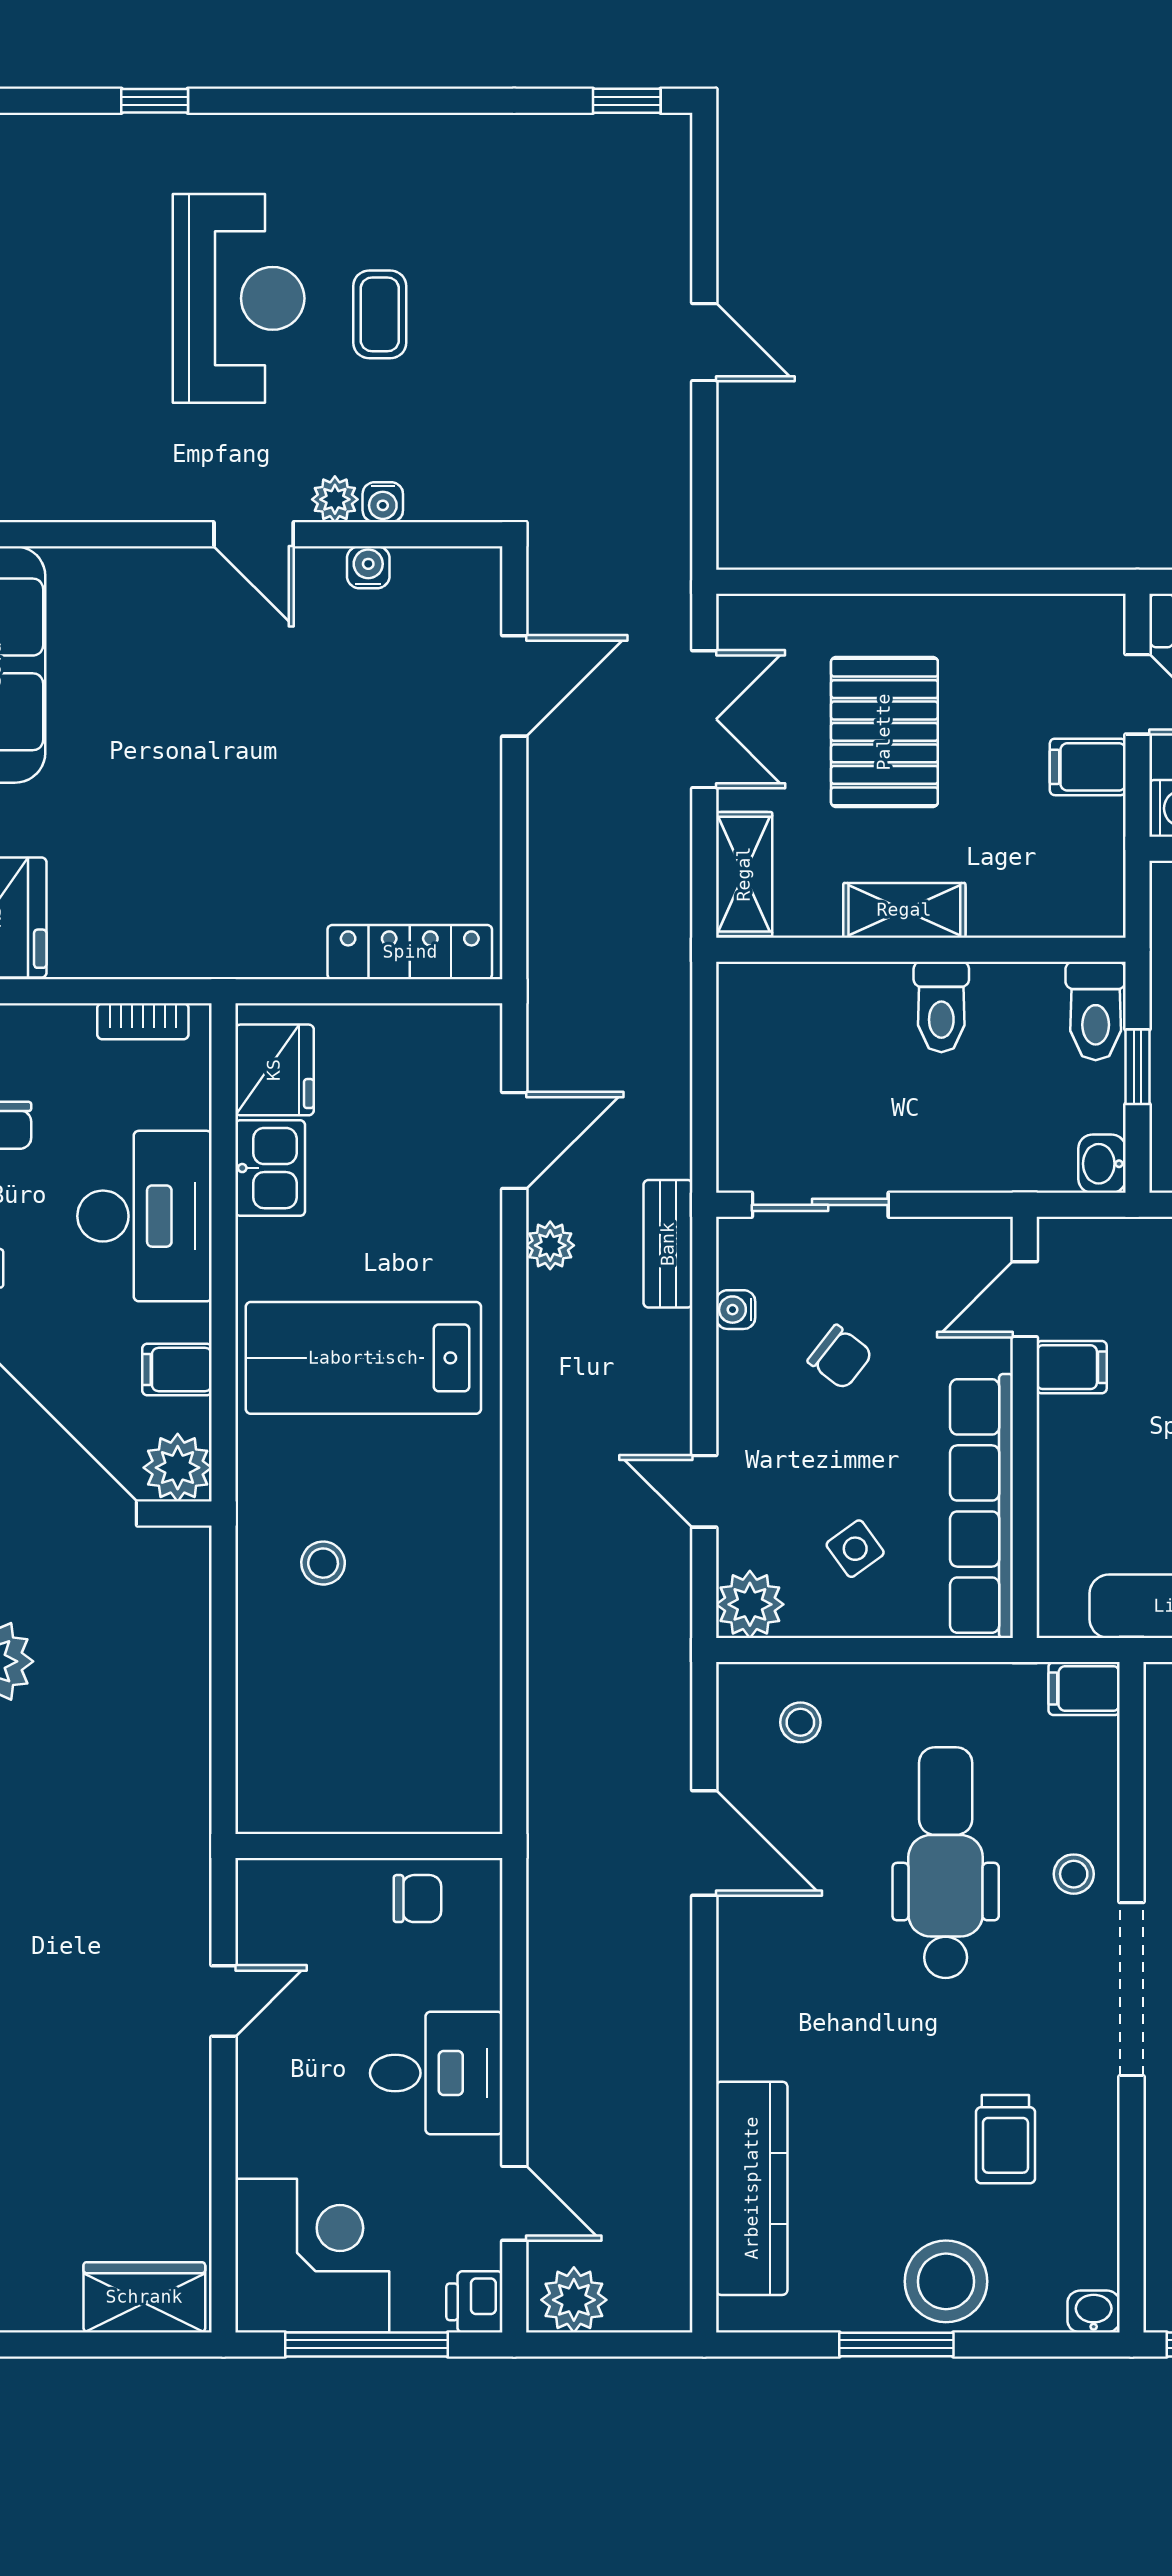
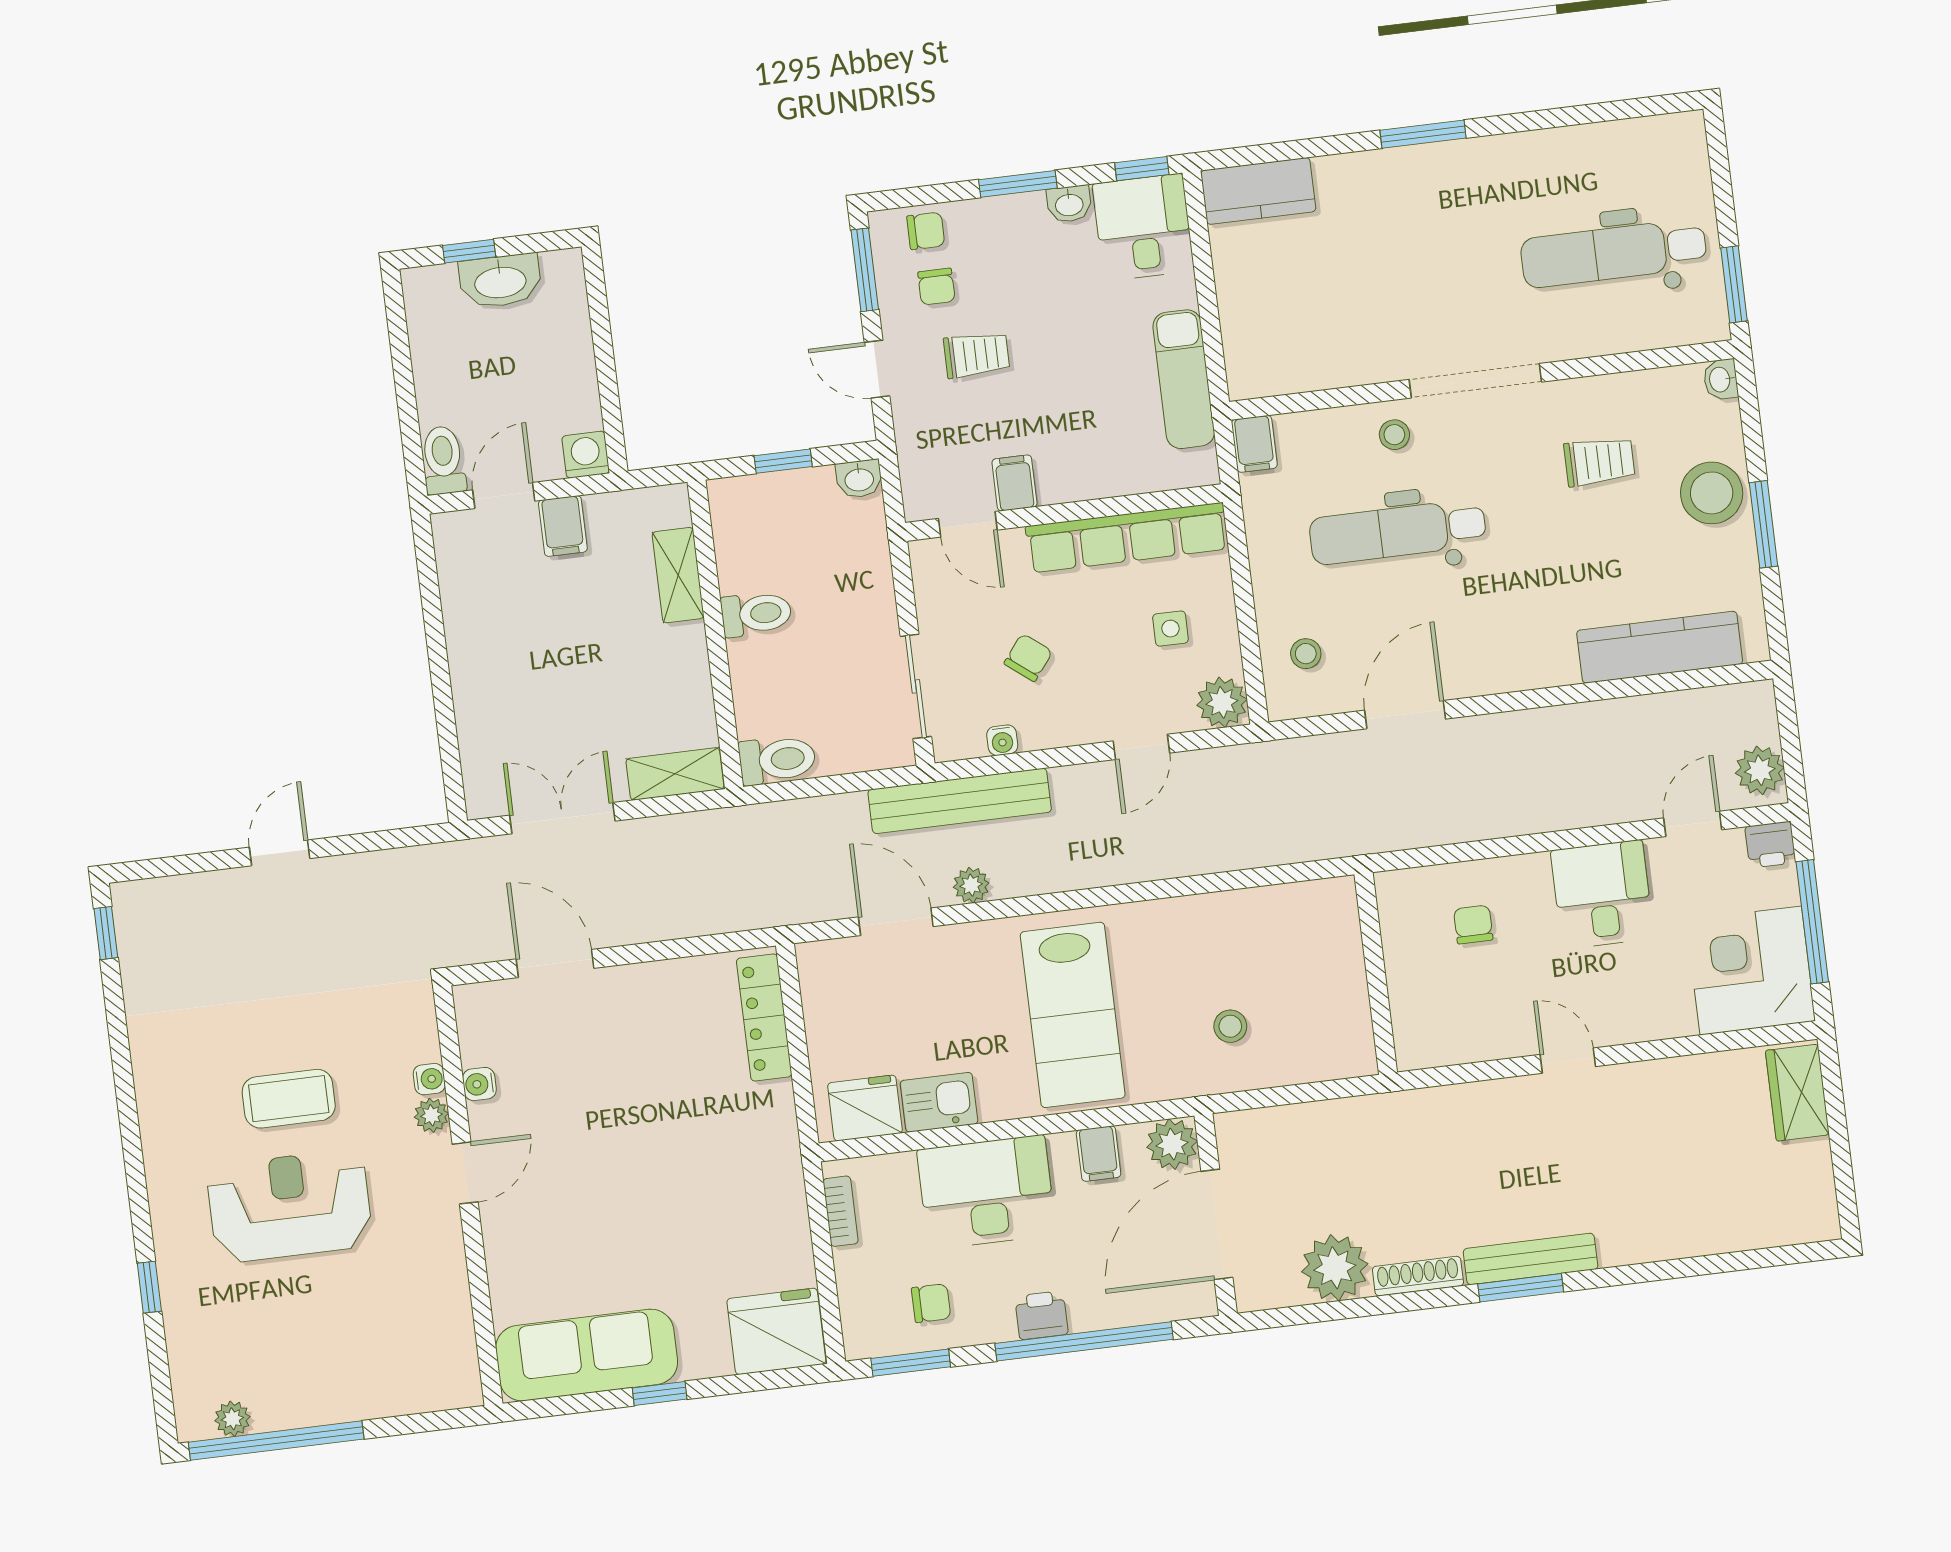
coffee table: (380, 314) -> (289, 1099), width x1.36, depth x1.30
pallet: (884, 732) -> (555, 682), removed
shelving: (904, 910) -> (678, 575), moved
toilet: (1096, 1011) -> (777, 760), moved
bench: (668, 1244) -> (960, 801), width x1.86, depth x1.21
side table: (855, 1549) -> (1170, 629), turned 36
wall: (369, 1846) -> (1376, 973), moved

